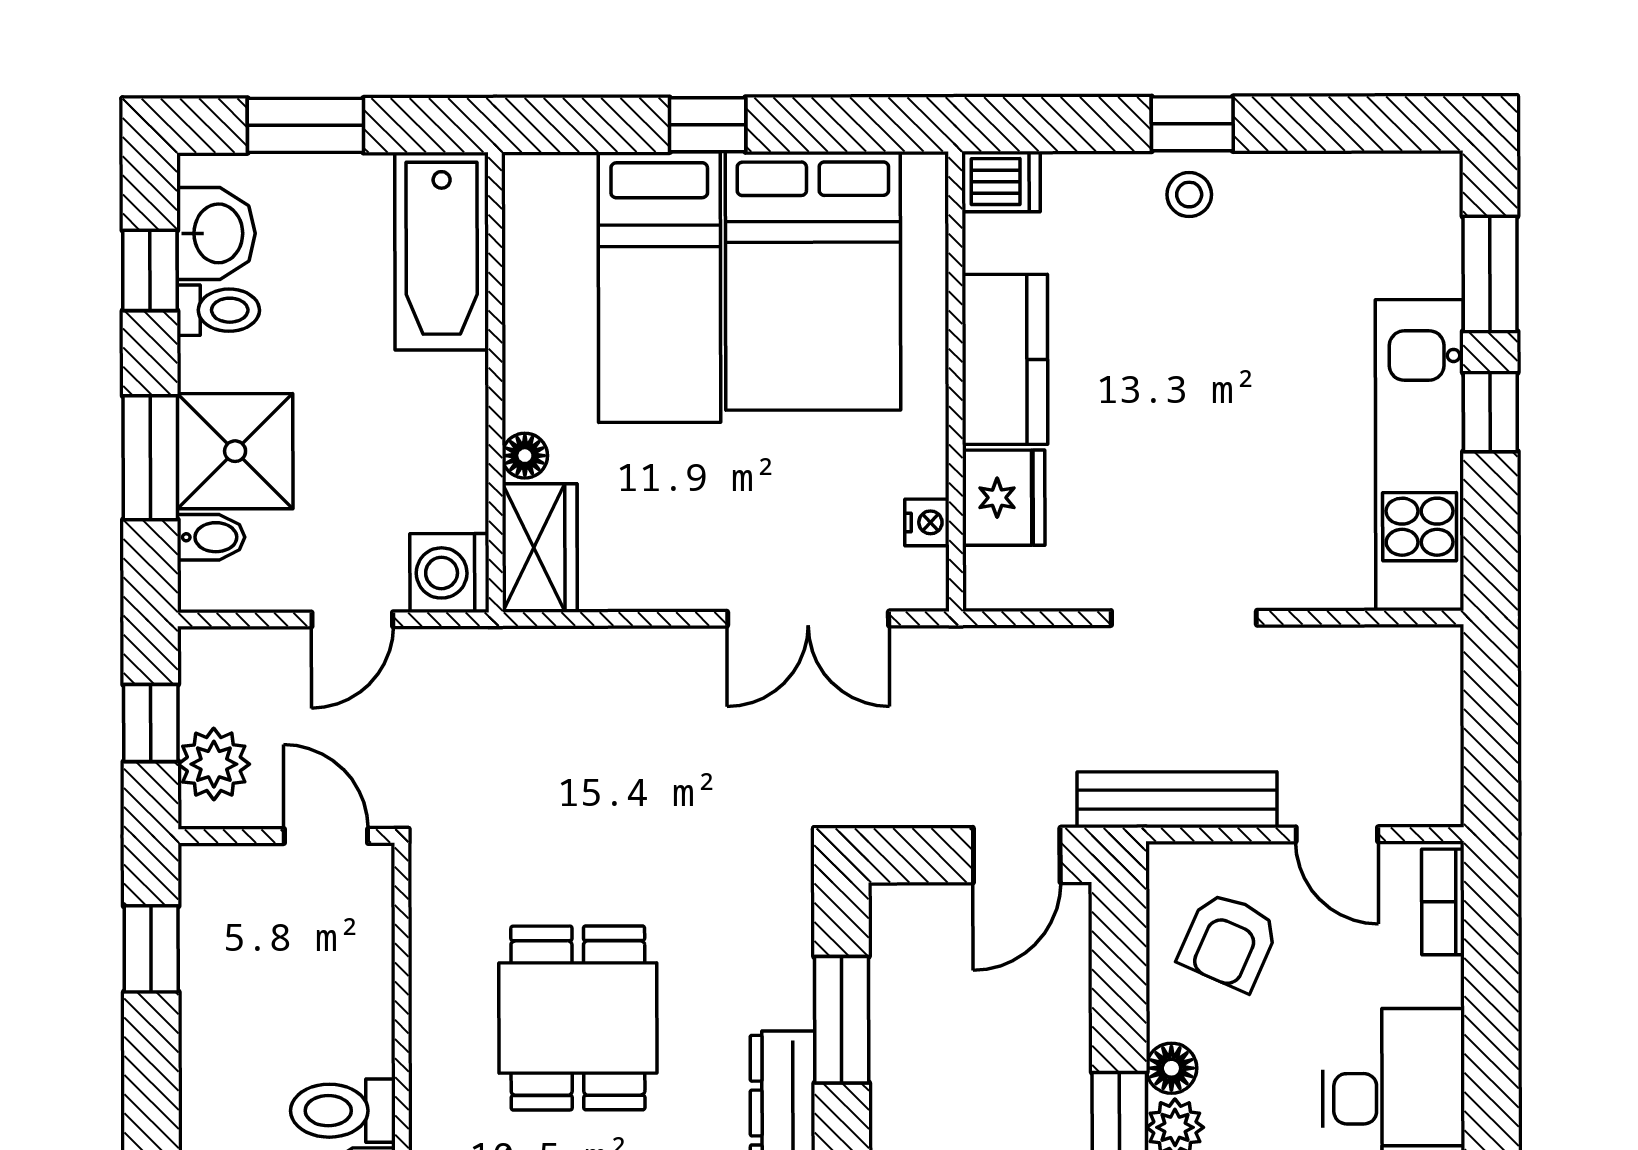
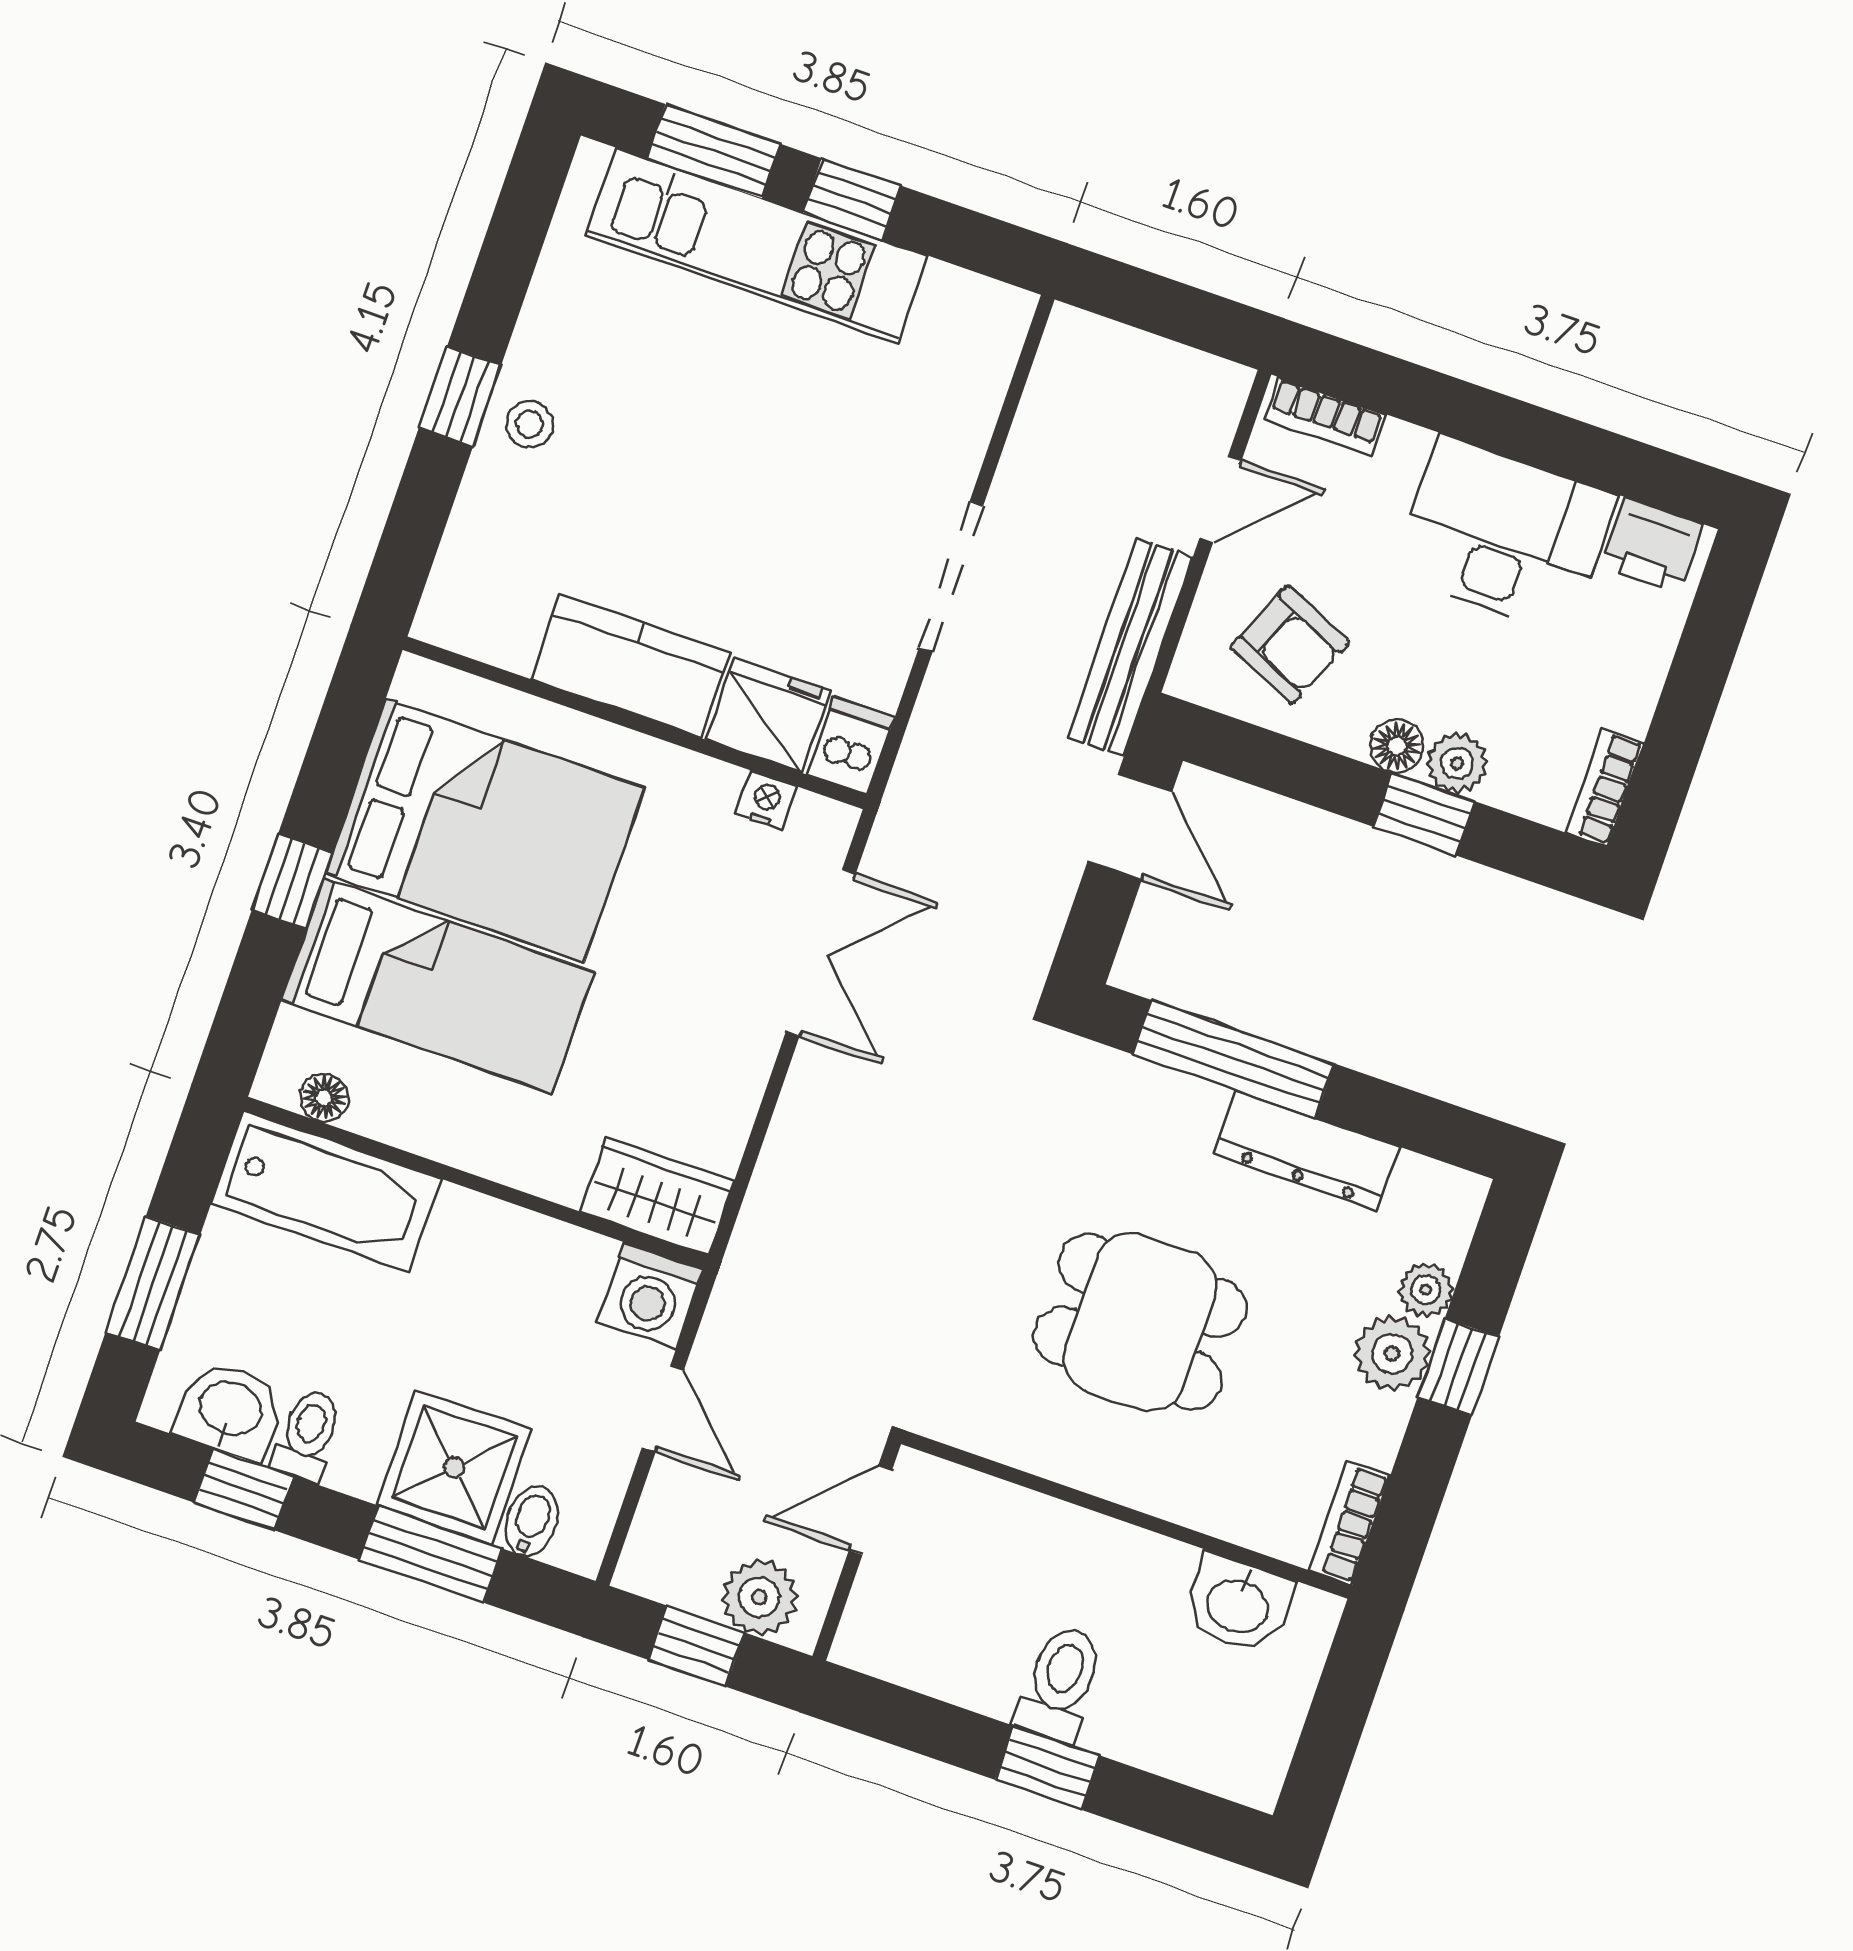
dishwasher: (1001, 182) -> (851, 746), moved
kitchen unit: (1419, 455) -> (757, 246), moved
floor lamp: (525, 456) -> (324, 1098), moved
window: (151, 949) -> (1047, 1768), moved
window: (842, 1020) -> (1234, 1059), width x1.44
toilet: (343, 1111) -> (1060, 1683), moved, turned 180

